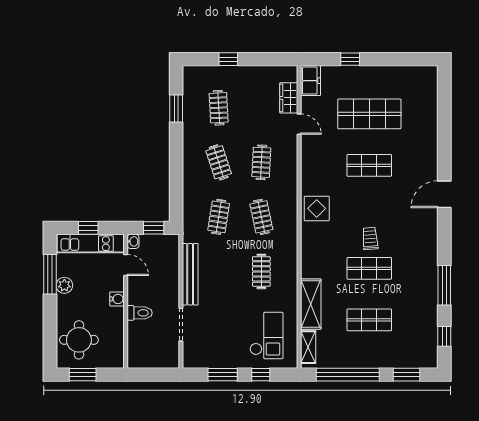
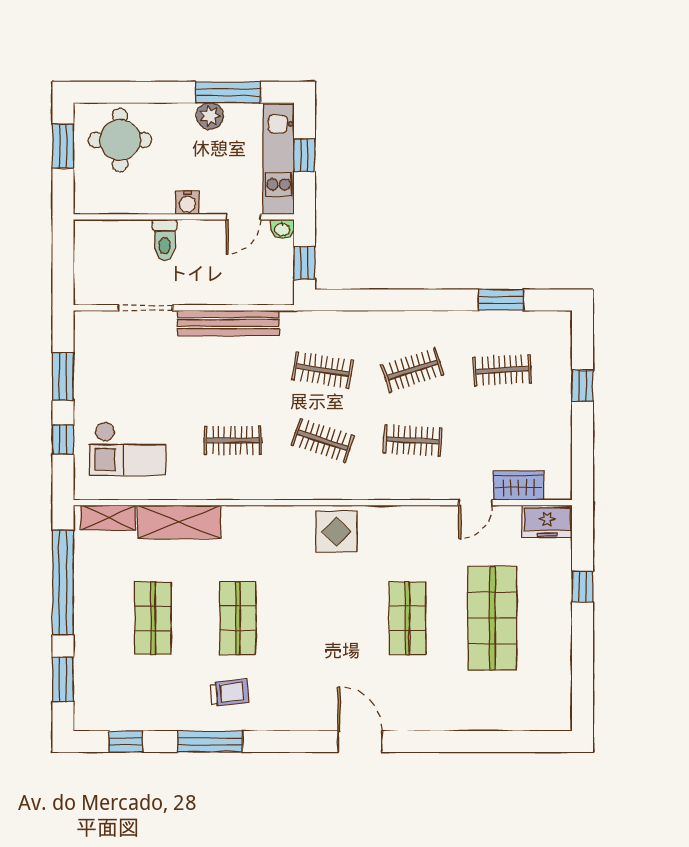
clothes rail: (261, 217) -> (323, 440), turned 30
trolley: (370, 238) -> (230, 693), moved

